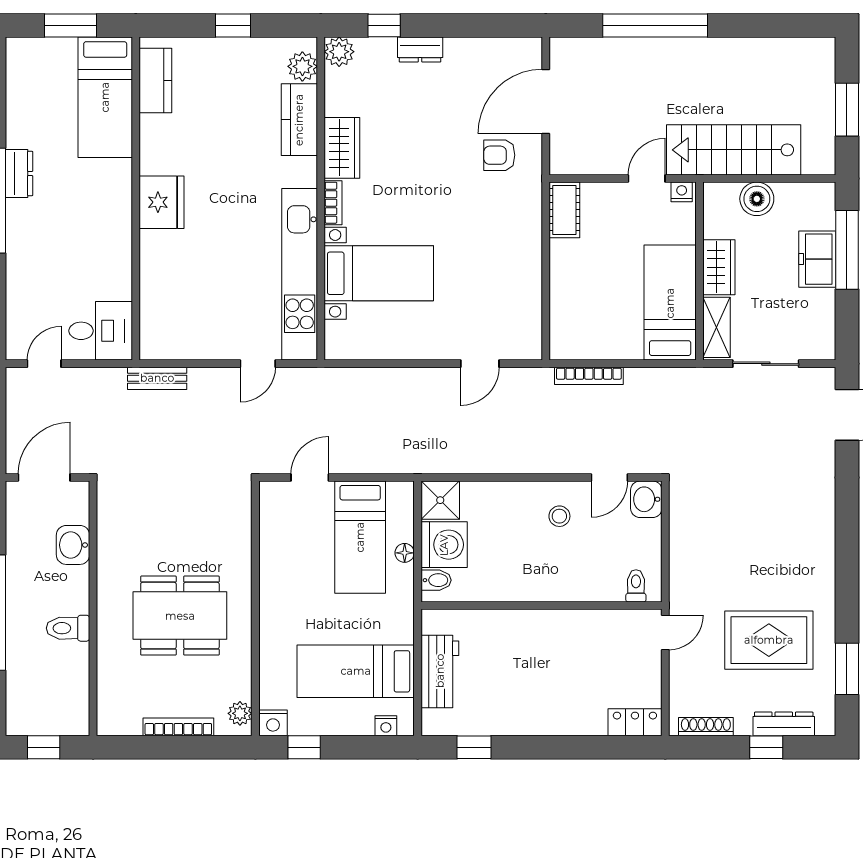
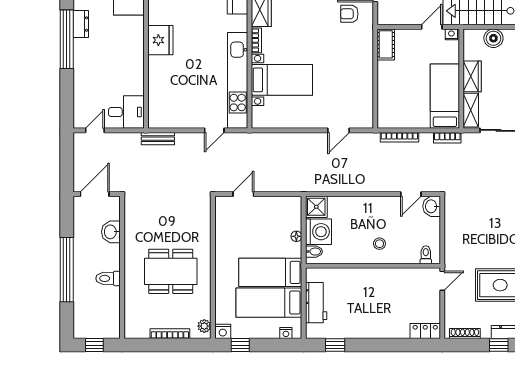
bookcase: (674, 377) -> (447, 138), added
stool: (559, 516) -> (379, 244), moved
bed: (360, 537) -> (270, 272), moved, turned 90

